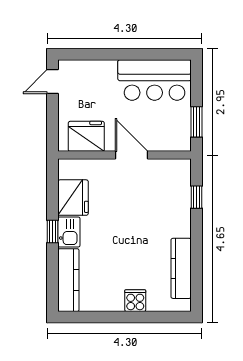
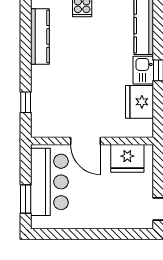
bar counter: (155, 80) -> (49, 182), moved, turned 90
window: (197, 122) -> (26, 199), moved

